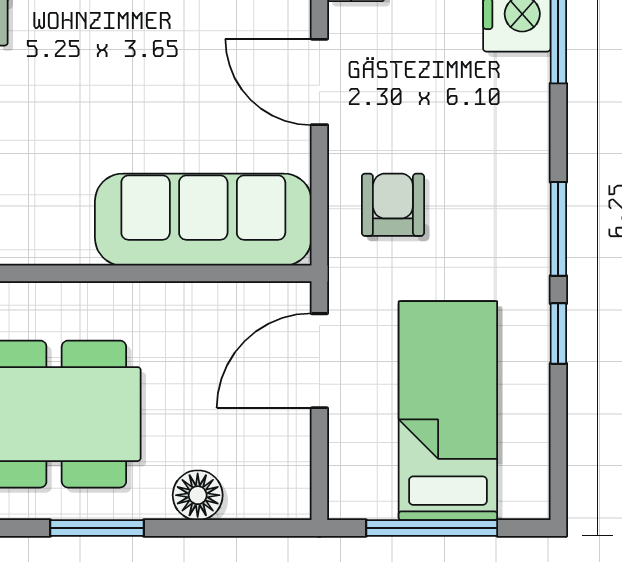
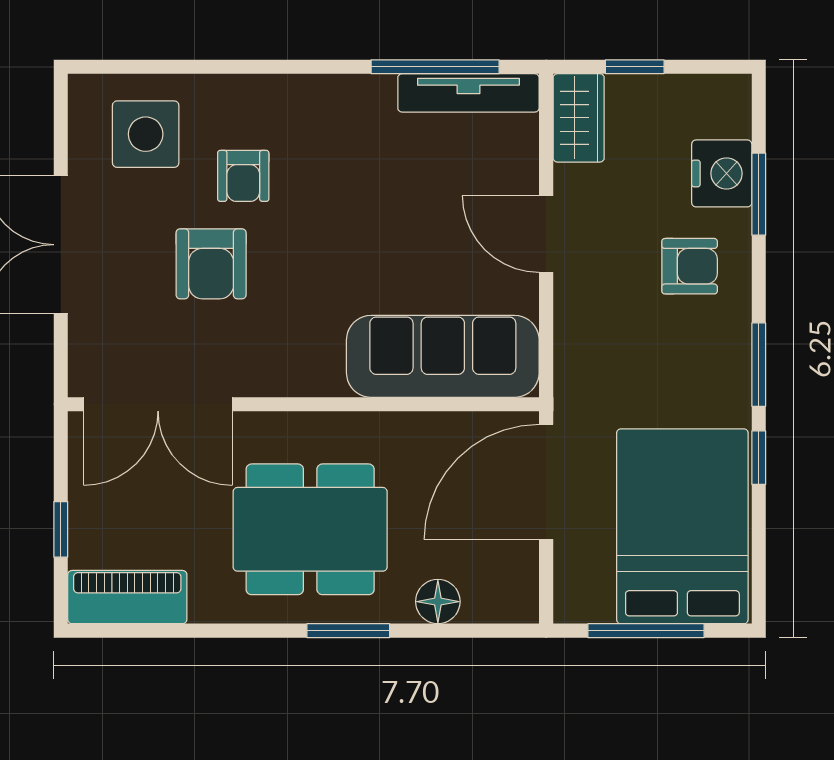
armchair: (393, 205) -> (690, 266), moved, turned 90
door: (319, 361) -> (546, 482), width x1.36
bed: (448, 411) -> (682, 526), width x1.50

